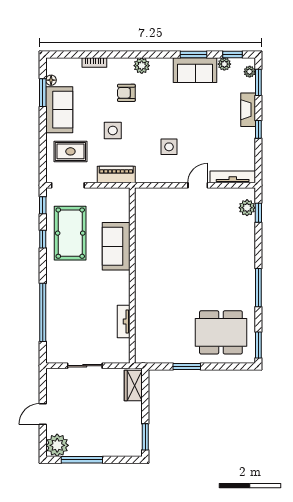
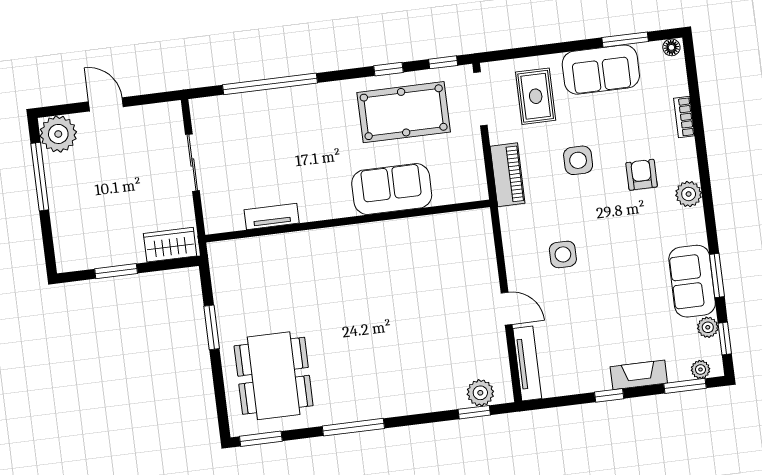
floor lamp: (51, 80) -> (671, 47), moved
window: (145, 437) -> (116, 271), moved

